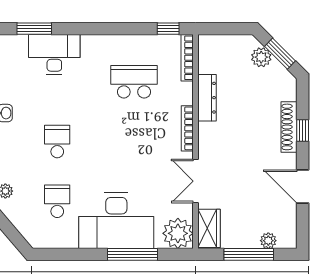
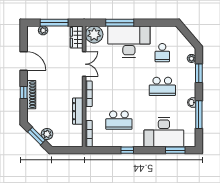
window: (168, 29) -> (127, 150), moved
desk: (54, 54) -> (164, 132), width x1.36, depth x1.30
school desk: (57, 142) -> (162, 86), width x1.85

